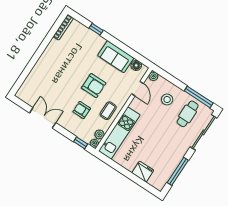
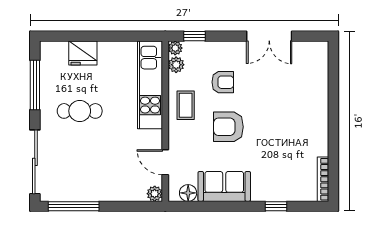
stool: (167, 99) -> (115, 174), removed
cafe table: (188, 114) -> (80, 111), moved, turned 90

